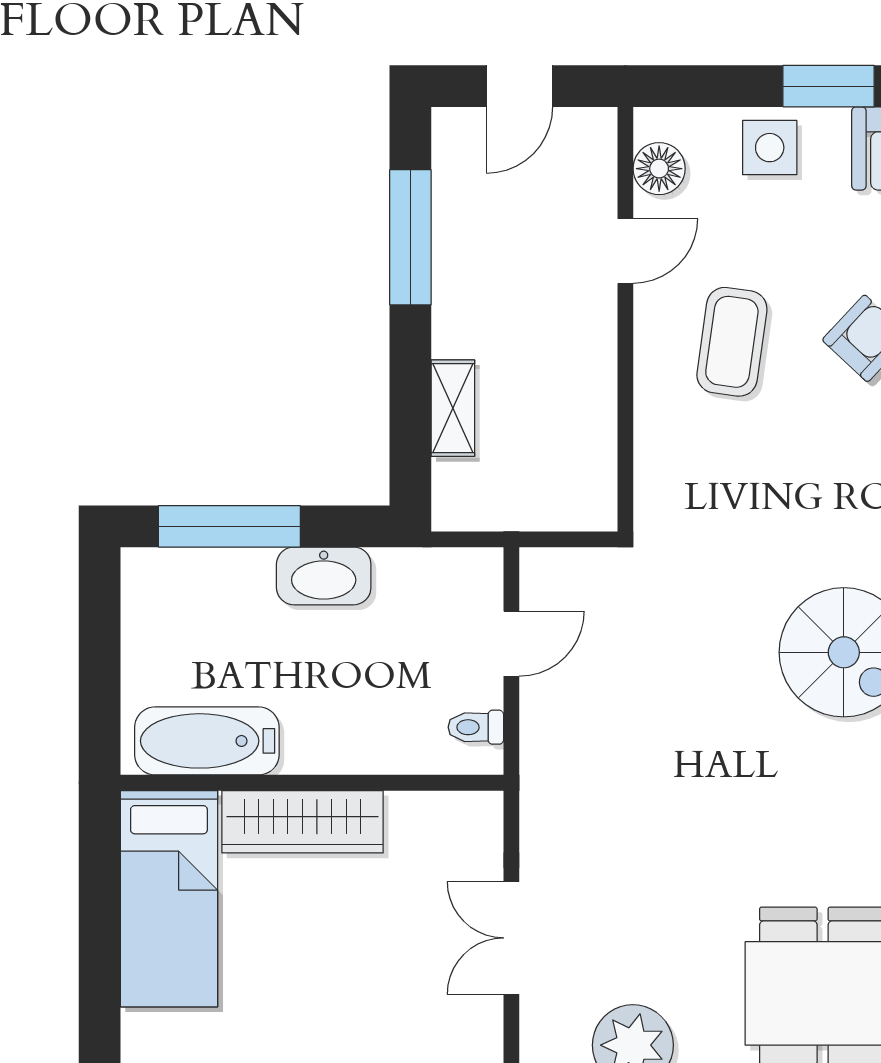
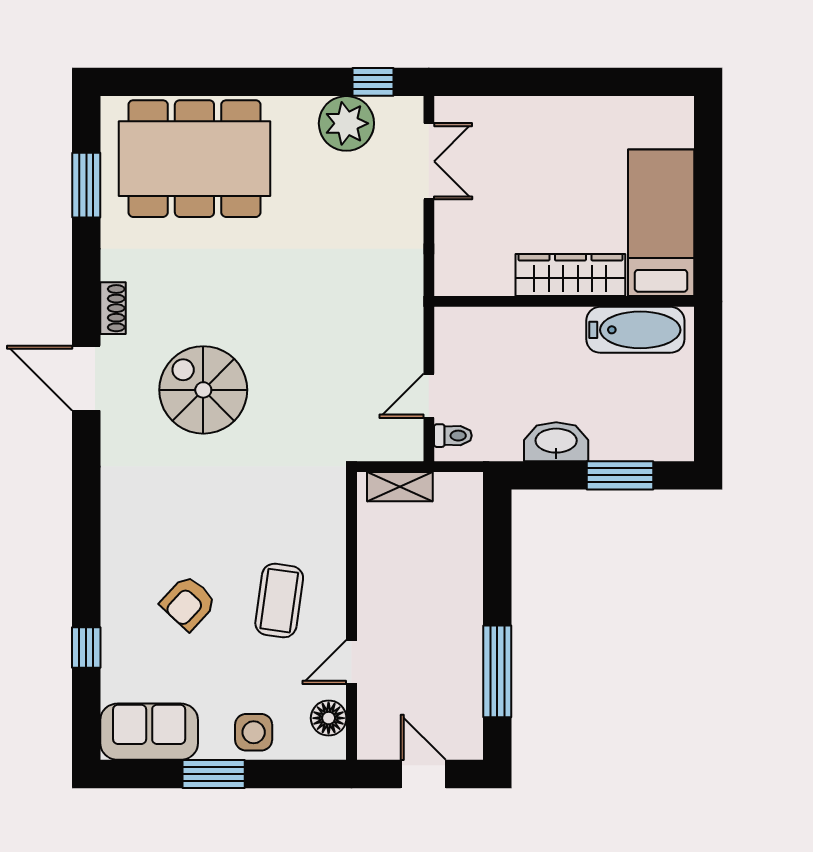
door: (519, 86) -> (423, 774), hinge flipped
shelving: (453, 408) -> (400, 487), moved, turned 90
window: (229, 526) -> (620, 475), width x0.69
toilet: (476, 727) -> (453, 436), moved
double door: (511, 938) -> (429, 161), moved

